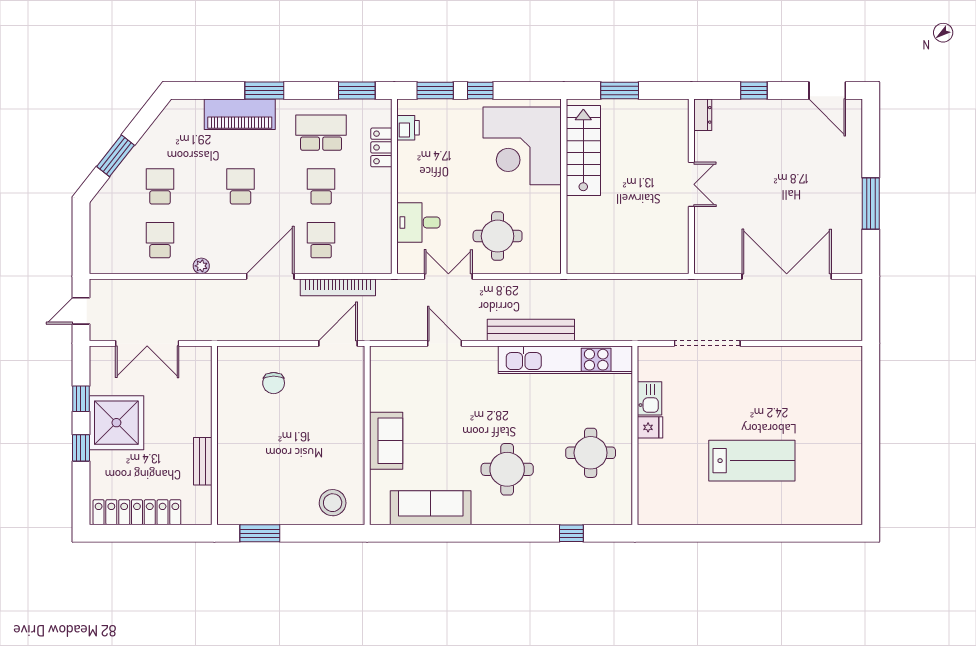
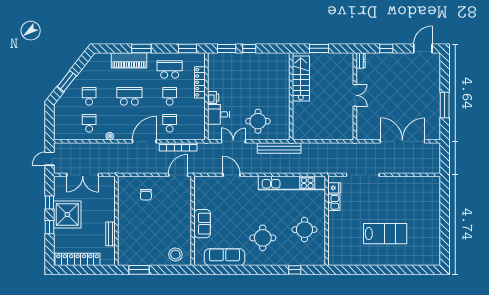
door: (827, 91) -> (423, 48), swing flipped
printer: (408, 128) -> (213, 97), moved
corner desk: (522, 146) -> (270, 76), removed
locker: (381, 147) -> (200, 82), width x1.53
school desk: (241, 186) -> (129, 96), width x1.85
bench: (531, 330) -> (279, 148), moved
fridge: (650, 427) -> (334, 188), moved

